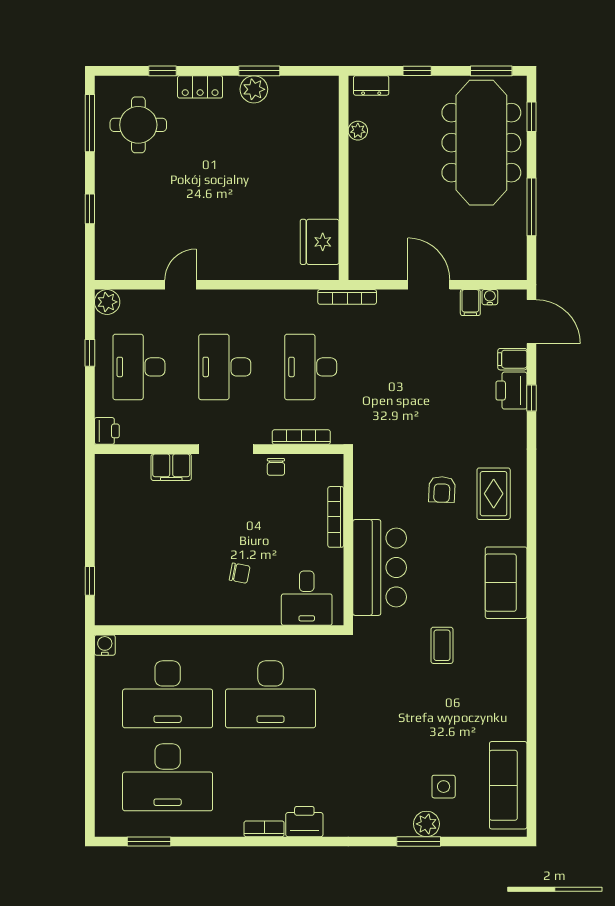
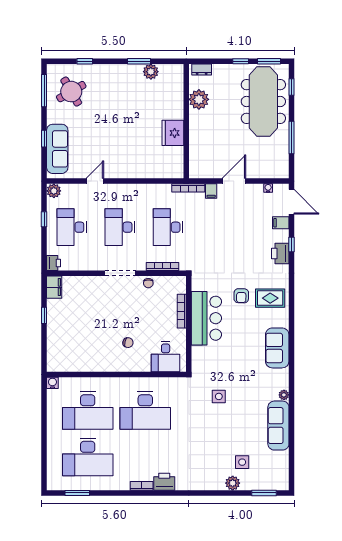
window: (417, 71) -> (241, 61), moved
locker: (200, 87) -> (106, 70), removed
plant: (254, 89) -> (151, 72), moved
round table: (138, 125) -> (71, 92), turned -30
plant: (358, 131) -> (199, 99), width x1.87, depth x1.87
sofa: (113, 227) -> (57, 149), added
fridge: (320, 242) -> (173, 133), moved
door: (429, 285) -> (234, 181), hinge flipped
filing cabinet: (470, 303) -> (211, 191), moved
printer: (511, 391) -> (280, 253), moved
filing cabinet: (171, 467) -> (54, 287), moved, turned -90
rug: (494, 494) -> (270, 298), turned 90
bar counter: (380, 567) -> (206, 318), moved
window: (90, 581) -> (44, 315), moved
coffee table: (442, 645) -> (241, 383), removed
plant: (518, 667) -> (284, 395), added
side table: (402, 669) -> (219, 396), added
sofa: (508, 785) -> (278, 426), moved
window: (419, 842) -> (264, 493), moved

